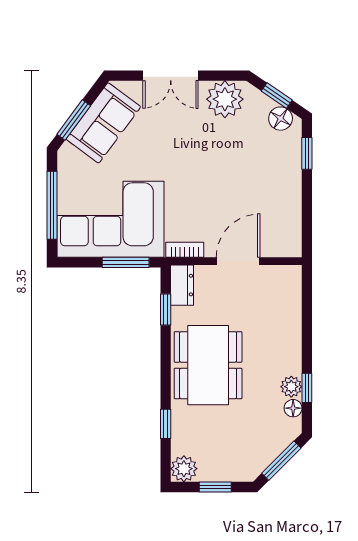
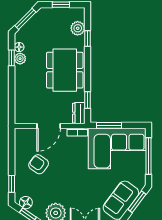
armchair: (257, 190) -> (39, 164), added
plant: (184, 469) -> (78, 28), moved

